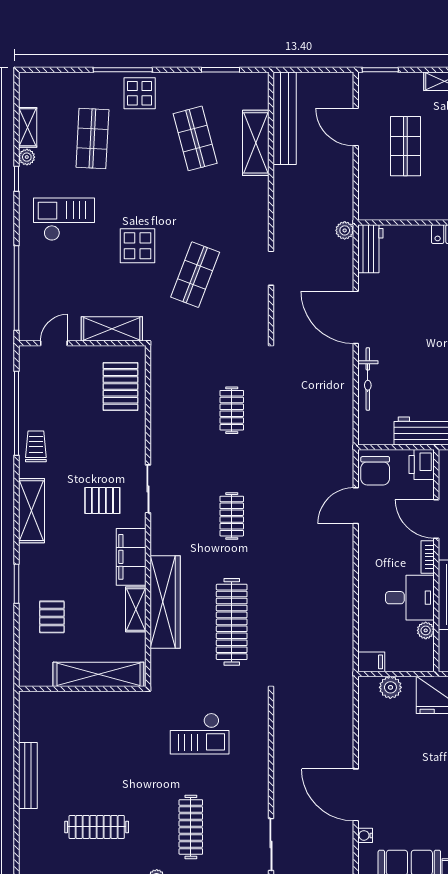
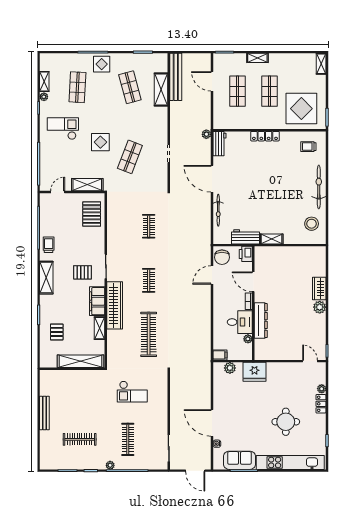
wardrobe: (165, 602) -> (115, 305), moved

